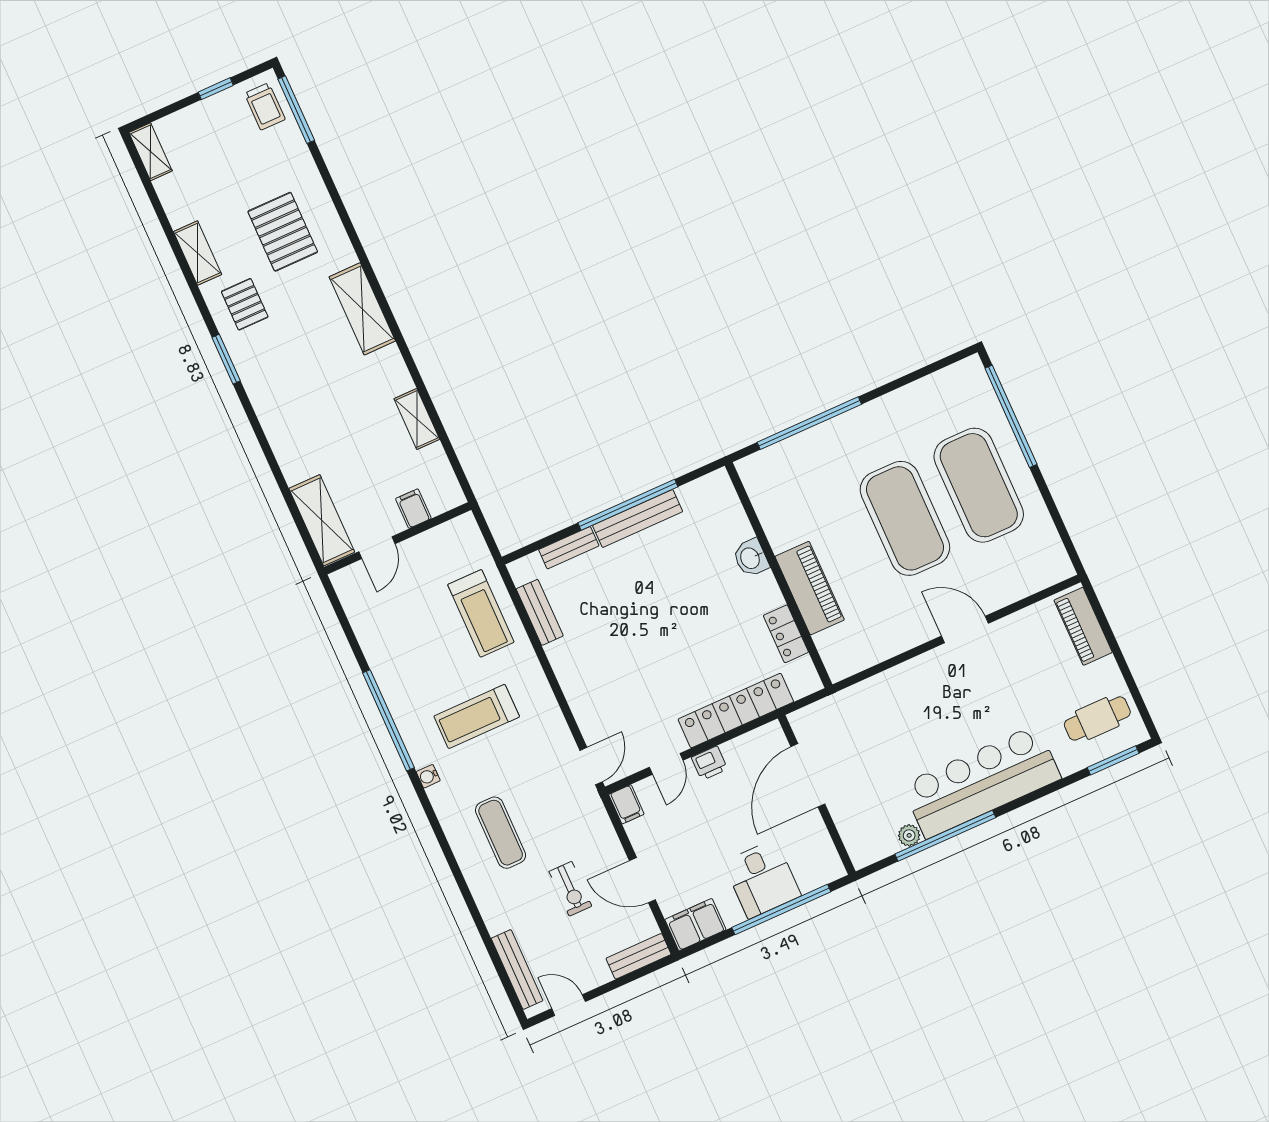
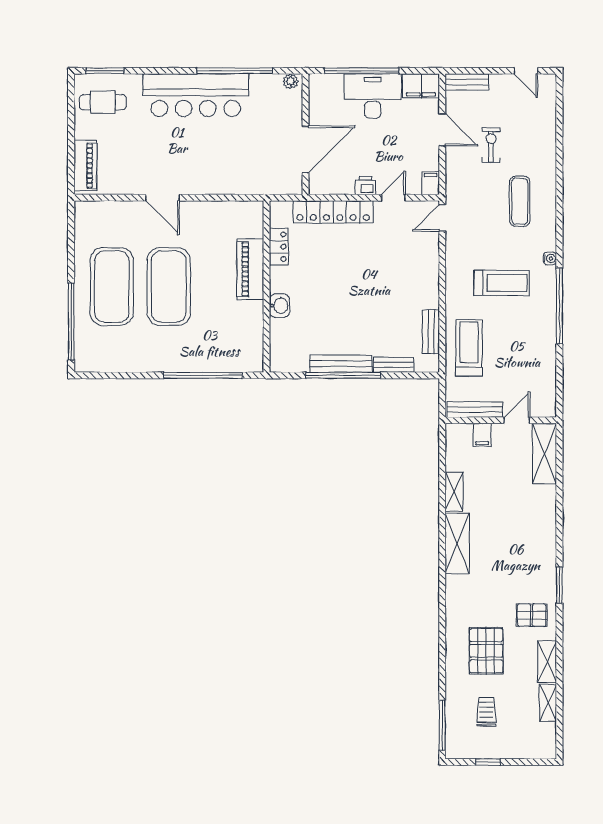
trolley: (265, 106) -> (486, 712), moved
shelving: (151, 152) -> (548, 703), moved
pallet: (245, 304) -> (532, 615), turned 90
shelving: (362, 309) -> (457, 543), moved
plant: (909, 835) -> (291, 81), moved
desk: (762, 879) -> (373, 96), width x1.37
bench: (517, 969) -> (475, 410), moved, turned 90

